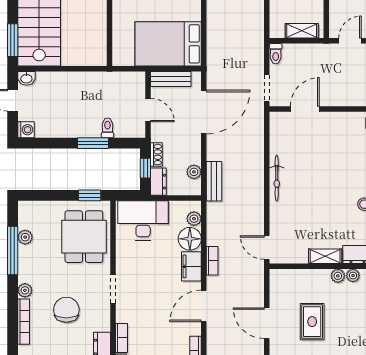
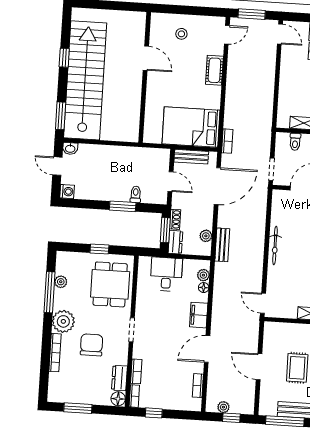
toilet: (276, 54) -> (295, 142), moved
window: (145, 168) -> (165, 230), width x1.50
window: (90, 195) -> (99, 249), moved
desk: (143, 220) -> (166, 274), width x0.73
floor lamp: (190, 239) -> (204, 288), width x0.53, depth x0.53
bookcase: (212, 261) -> (227, 141), moved
plant: (25, 290) -> (63, 321), width x1.88, depth x1.88

